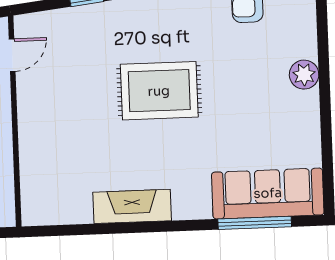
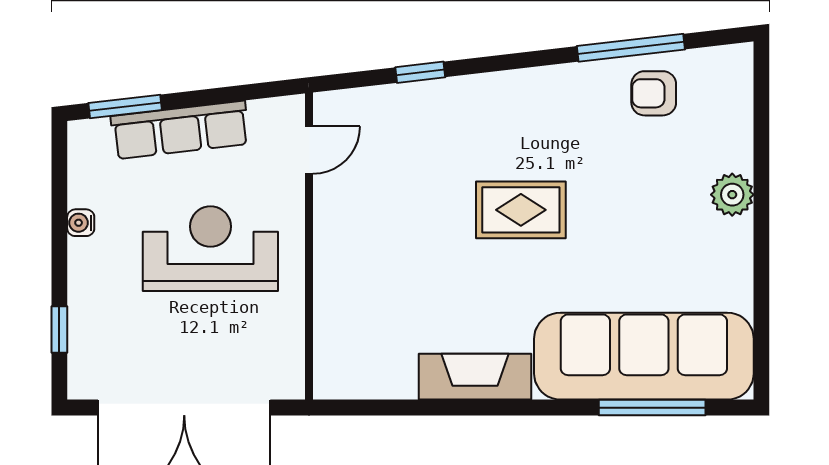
rug: (159, 91) -> (521, 210), width x0.73, depth x0.70
sofa: (268, 193) -> (644, 356), width x1.36, depth x1.27

